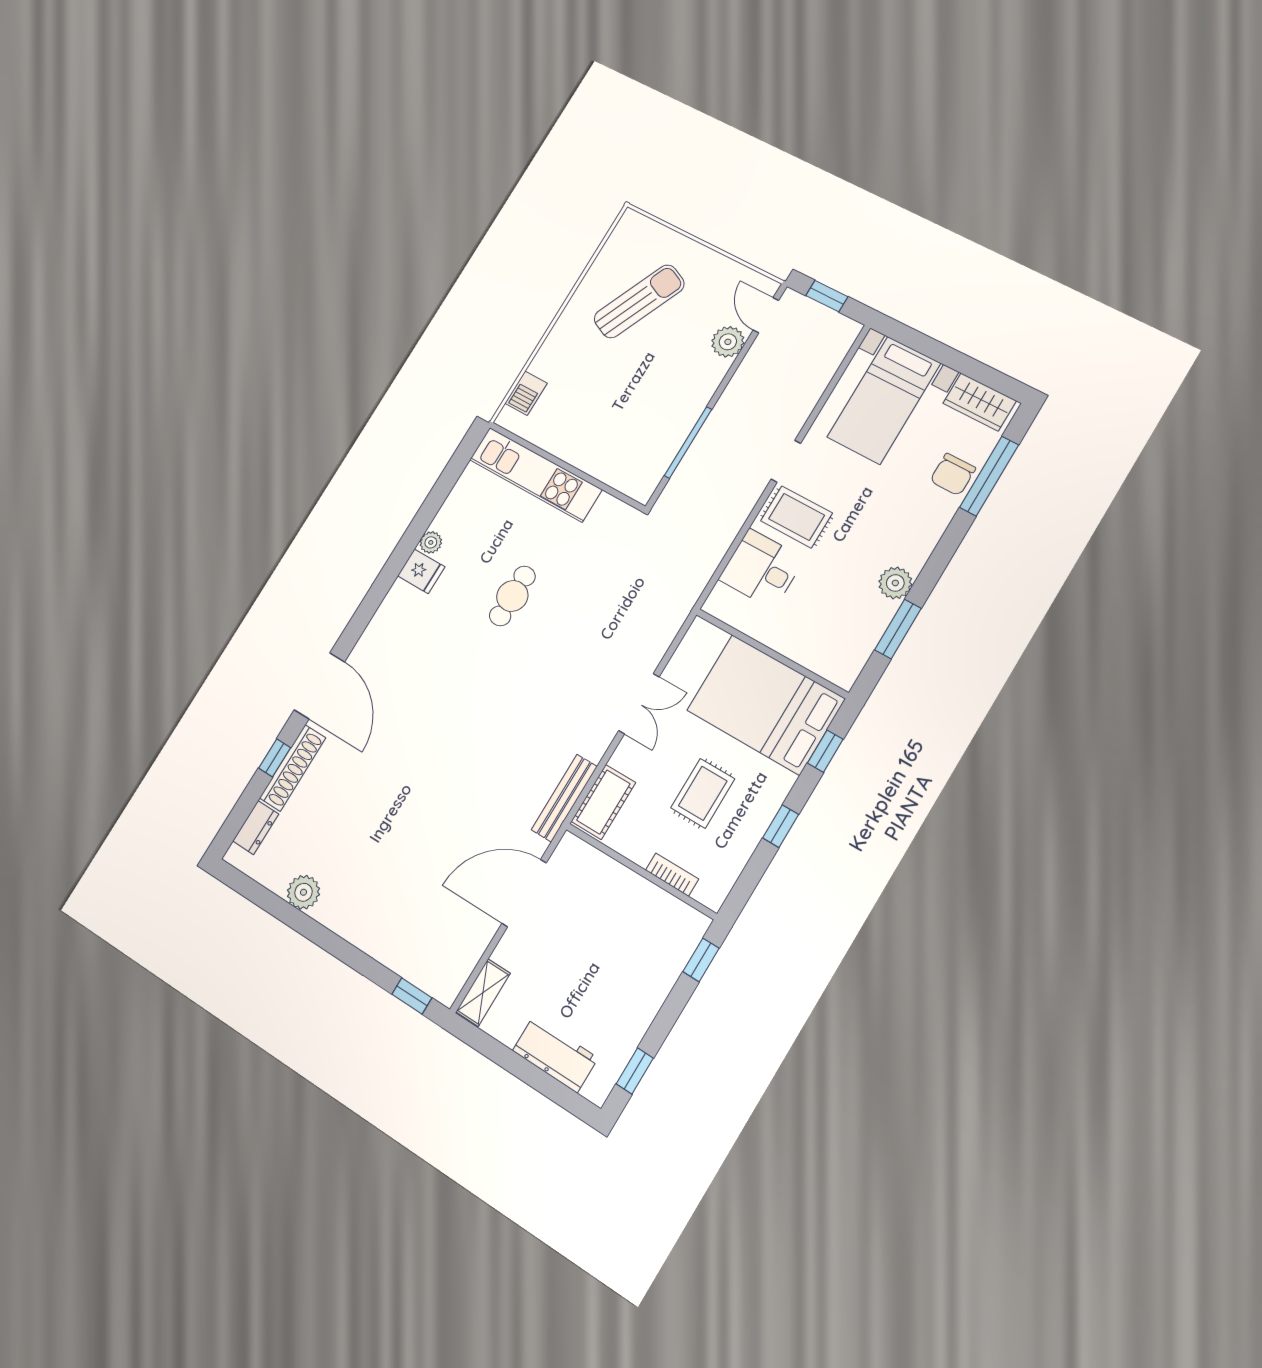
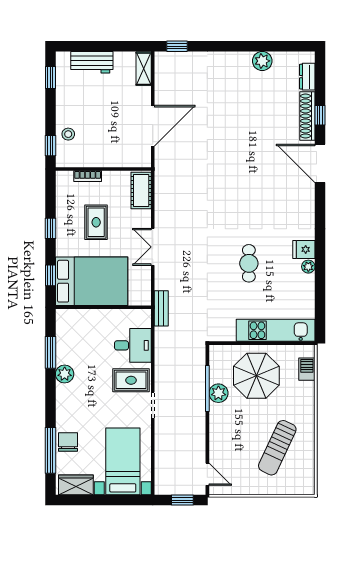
plant: (728, 342) -> (218, 393), moved
parasol: (604, 423) -> (256, 376), added
bench: (564, 798) -> (161, 308), moved, width x0.73
stool: (662, 961) -> (68, 134), added

